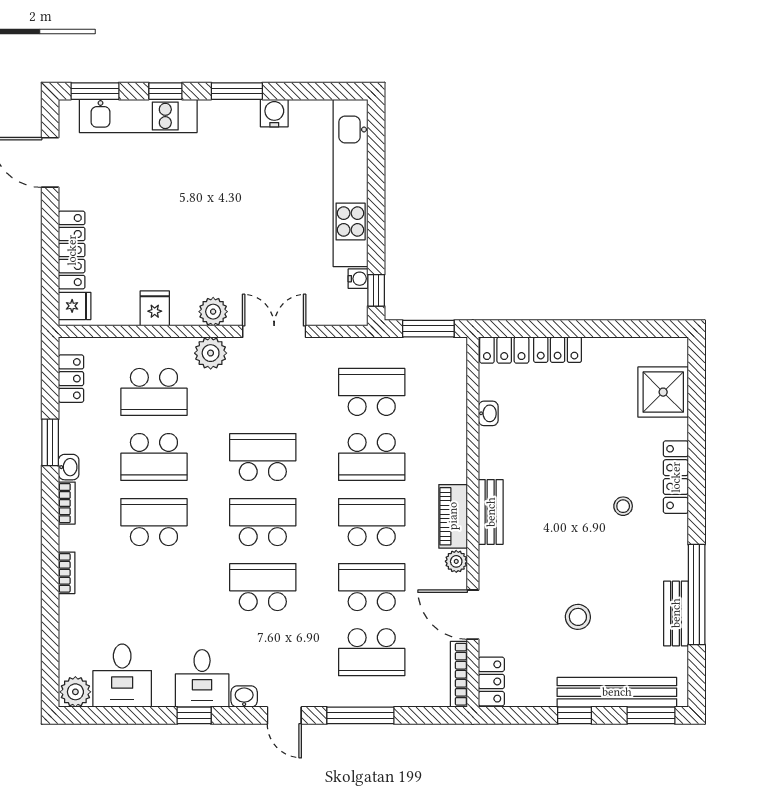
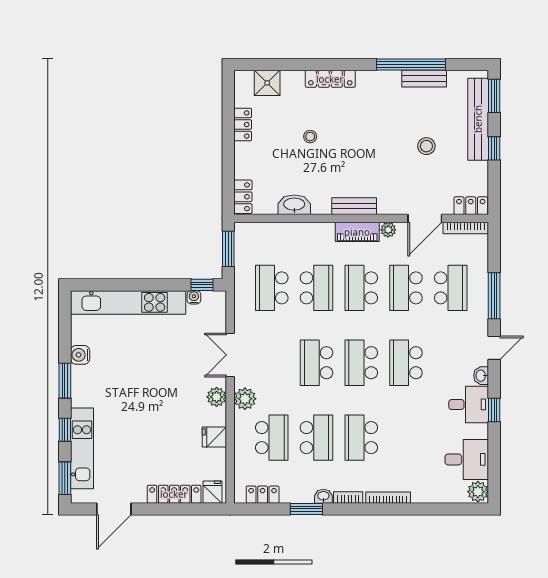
locker: (558, 350) -> (243, 125), moved
shower: (663, 392) -> (267, 83), width x0.73, depth x0.73
washbasin: (488, 413) -> (294, 205), width x1.91, depth x1.45
stool: (623, 506) -> (310, 137), moved
bookcase: (67, 573) -> (388, 498), width x1.56

